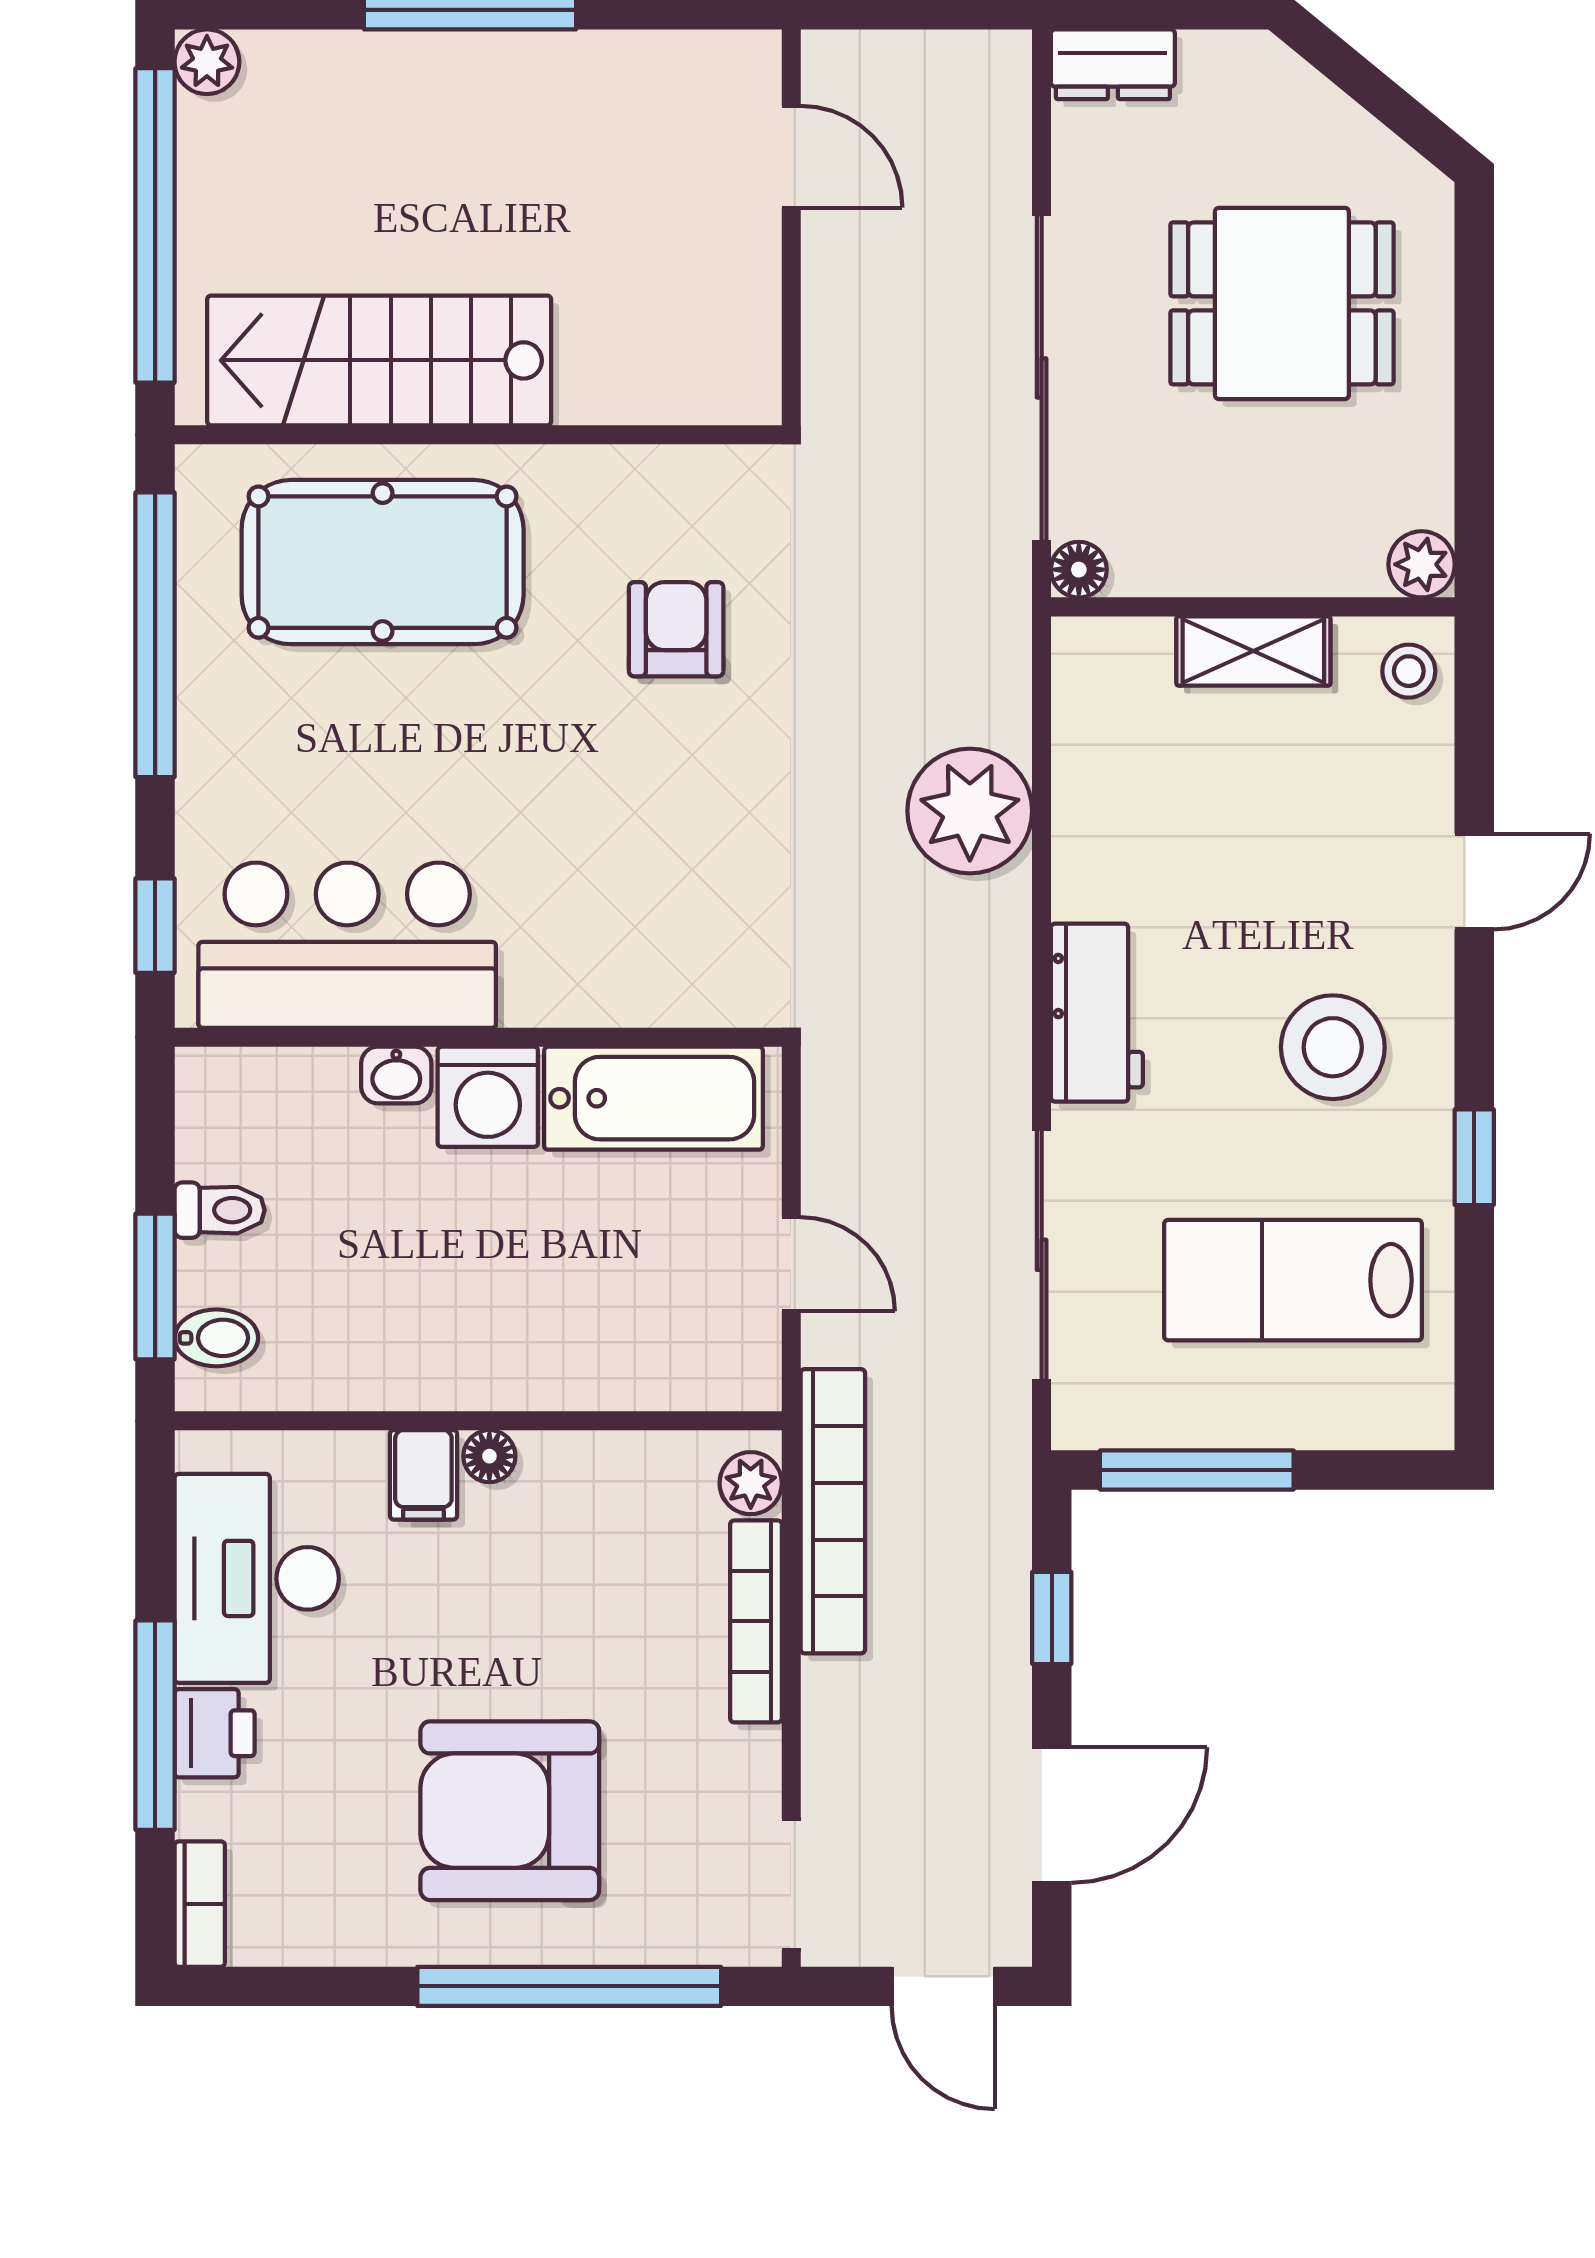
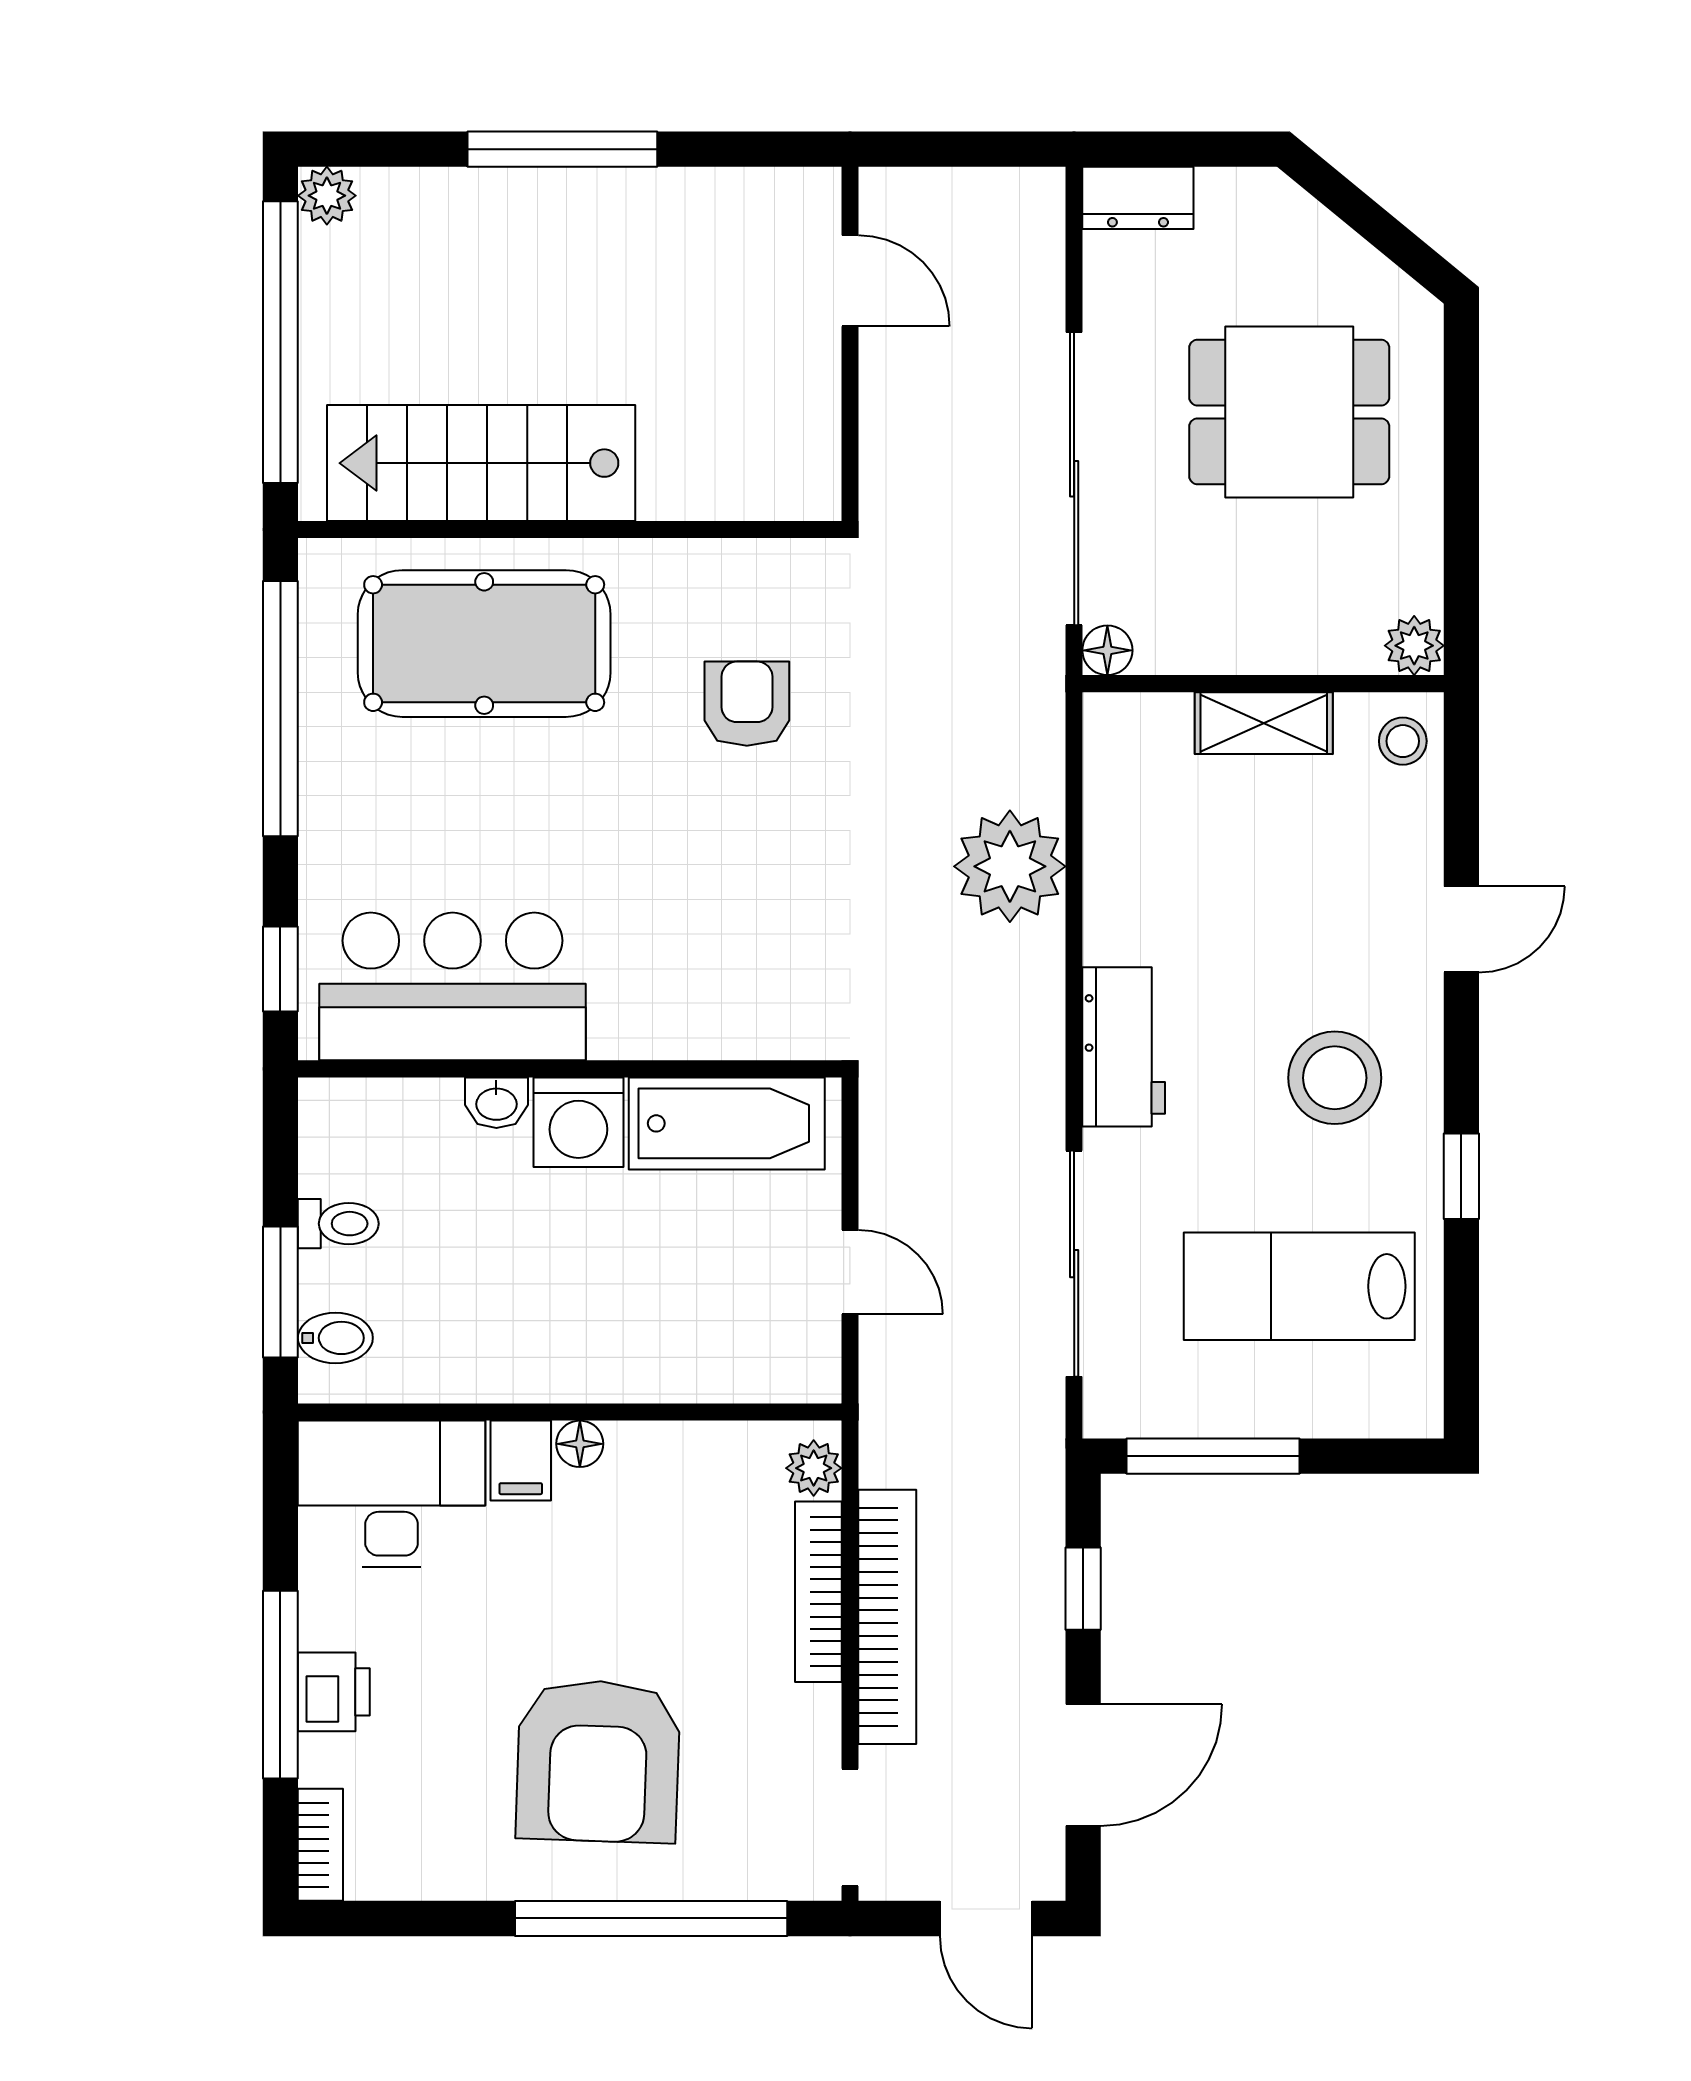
bookcase: (833, 1511) -> (887, 1617), moved
desk: (257, 1578) -> (392, 1494), moved, turned 90
armchair: (510, 1811) -> (598, 1761), turned -88

